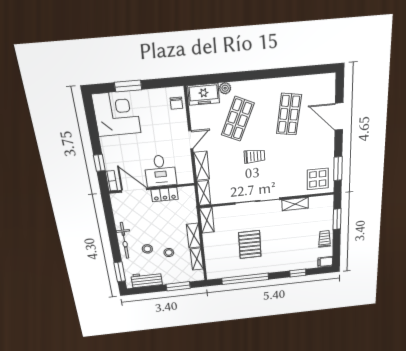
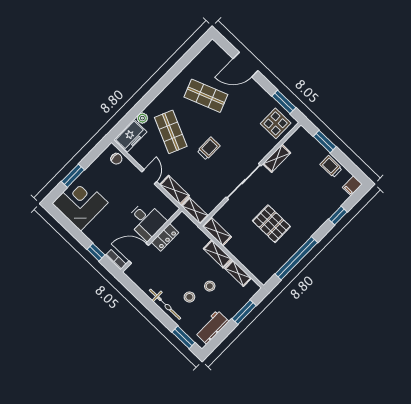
shop shelf: (289, 114) -> (206, 96), turned -30

